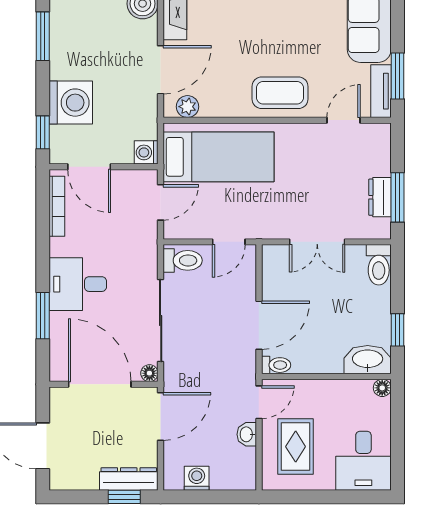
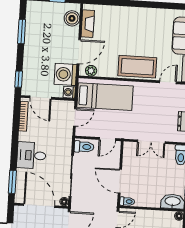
coffee table: (280, 93) -> (137, 67), width x1.36, depth x1.32
washing machine: (71, 103) -> (65, 74), moved, turned 180
window: (43, 316) -> (12, 182), moved
door: (259, 325) -> (120, 181), swing flipped

